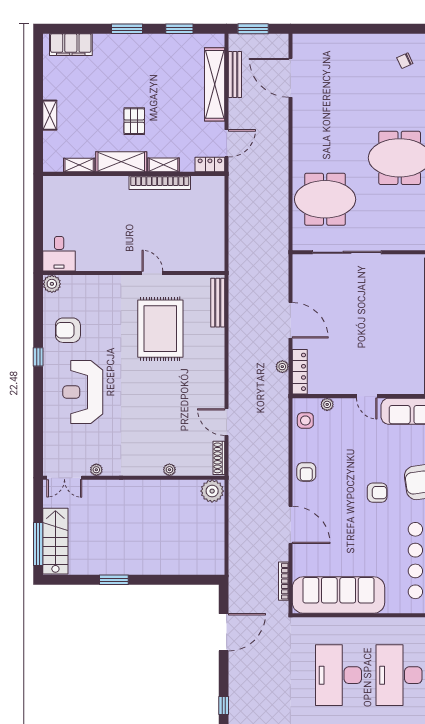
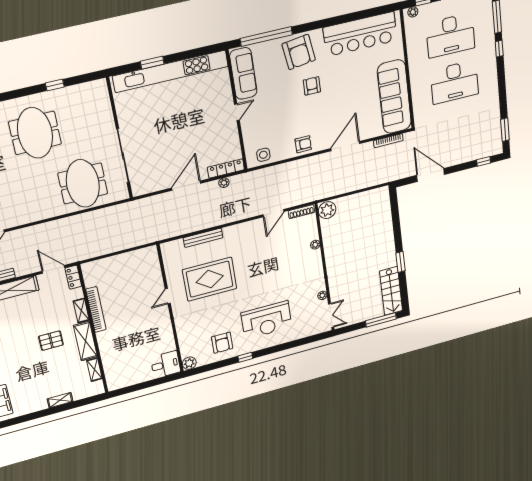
bench: (218, 303) -> (203, 238), moved
plant: (327, 404) -> (248, 141), removed
stairs: (55, 541) -> (391, 291), moved, turned -90

